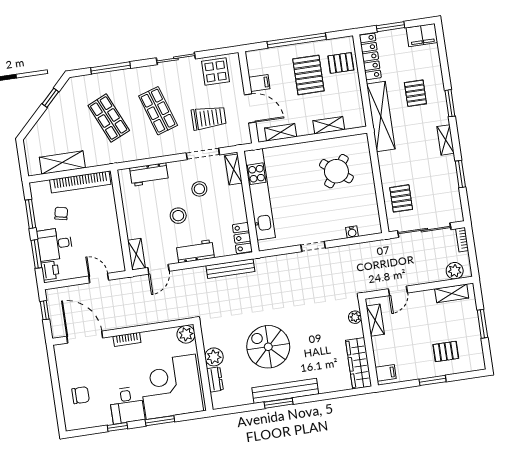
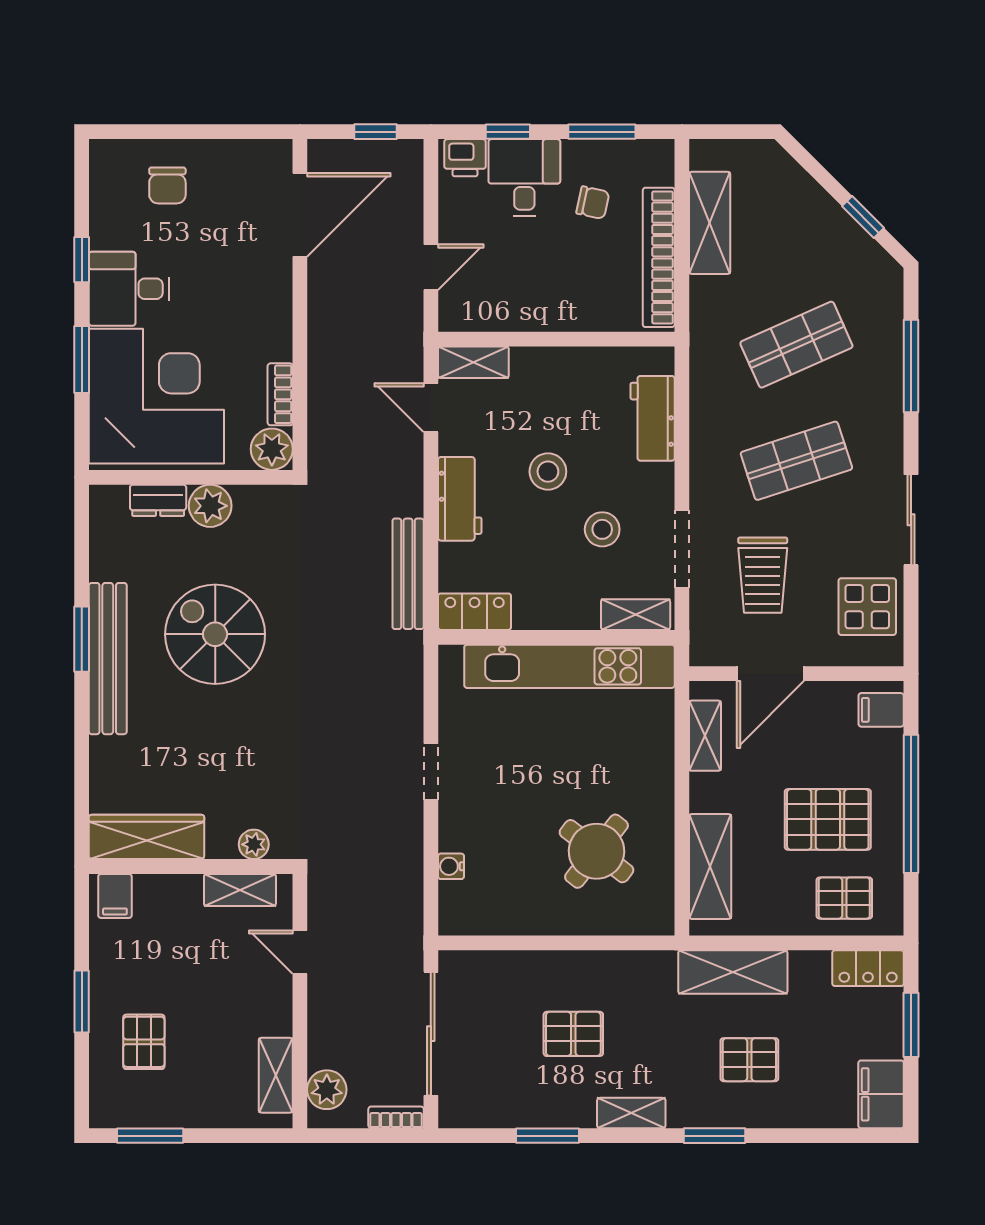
locker: (370, 56) -> (868, 968), width x0.66
pallet: (341, 63) -> (844, 898), turned 90
filing cabinet: (259, 83) -> (881, 710), moved, turned 90
shelving: (381, 116) -> (733, 972), width x0.68
shelving: (329, 125) -> (710, 866), width x1.50, depth x1.33
pallet: (401, 198) -> (573, 1034), moved
window: (36, 254) -> (508, 132), width x0.67
window: (482, 324) -> (150, 1136), moved
bookcase: (127, 339) -> (280, 394), moved
spiral stairs: (268, 347) -> (215, 634), turned -90

